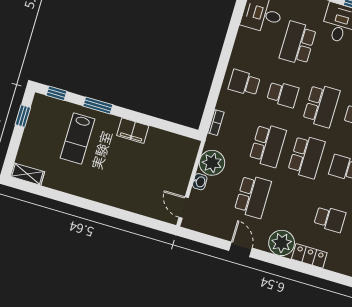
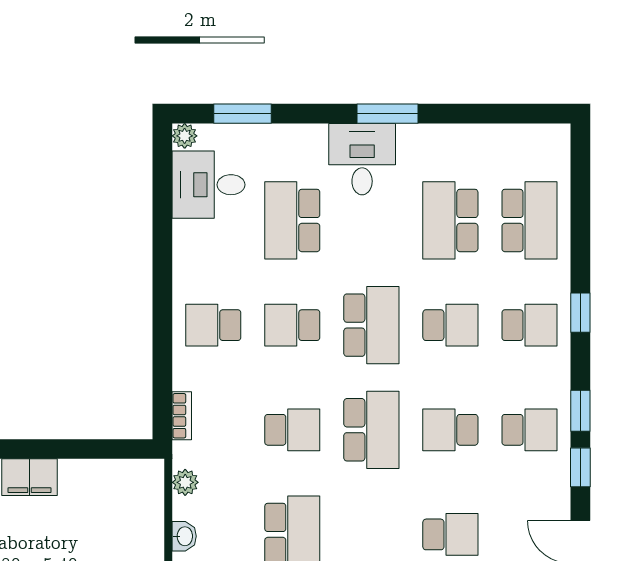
school desk: (283, 94) -> (292, 325), turned 180
school desk: (268, 145) -> (292, 430), width x0.54
plant: (212, 163) -> (185, 482), width x0.53, depth x0.53

